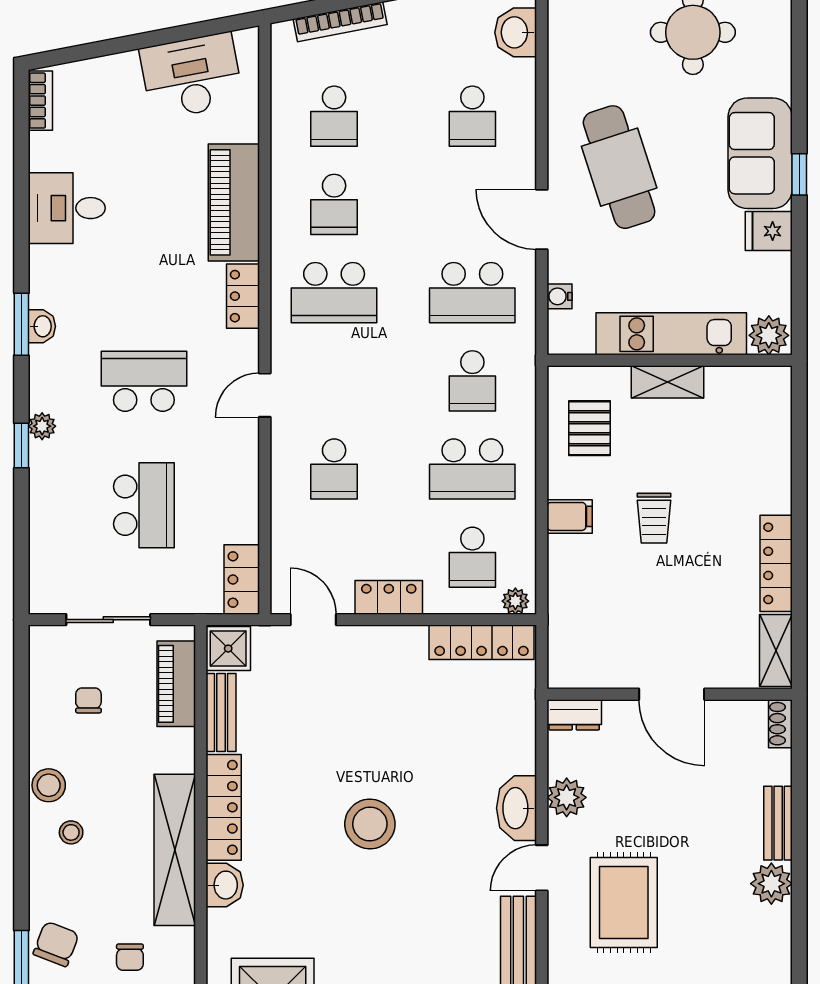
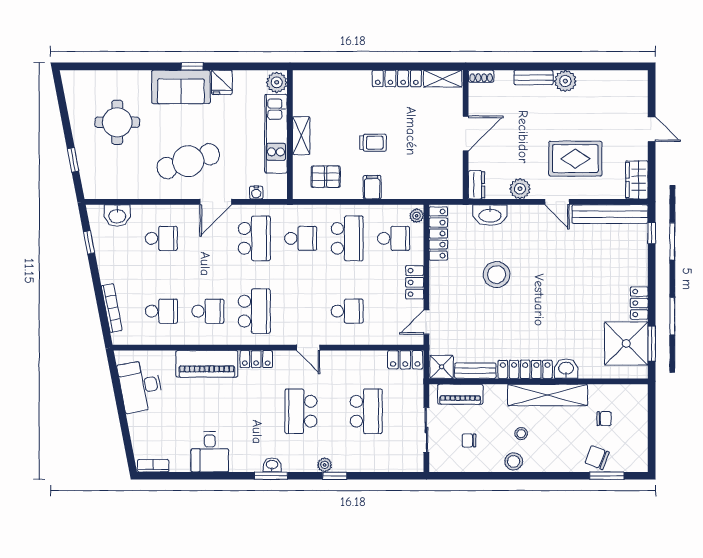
school desk: (144, 505) -> (366, 411), turned 90
washbasin: (517, 808) -> (490, 215), moved
stool: (370, 824) -> (497, 275), moved
stool: (71, 832) -> (521, 434), moved

